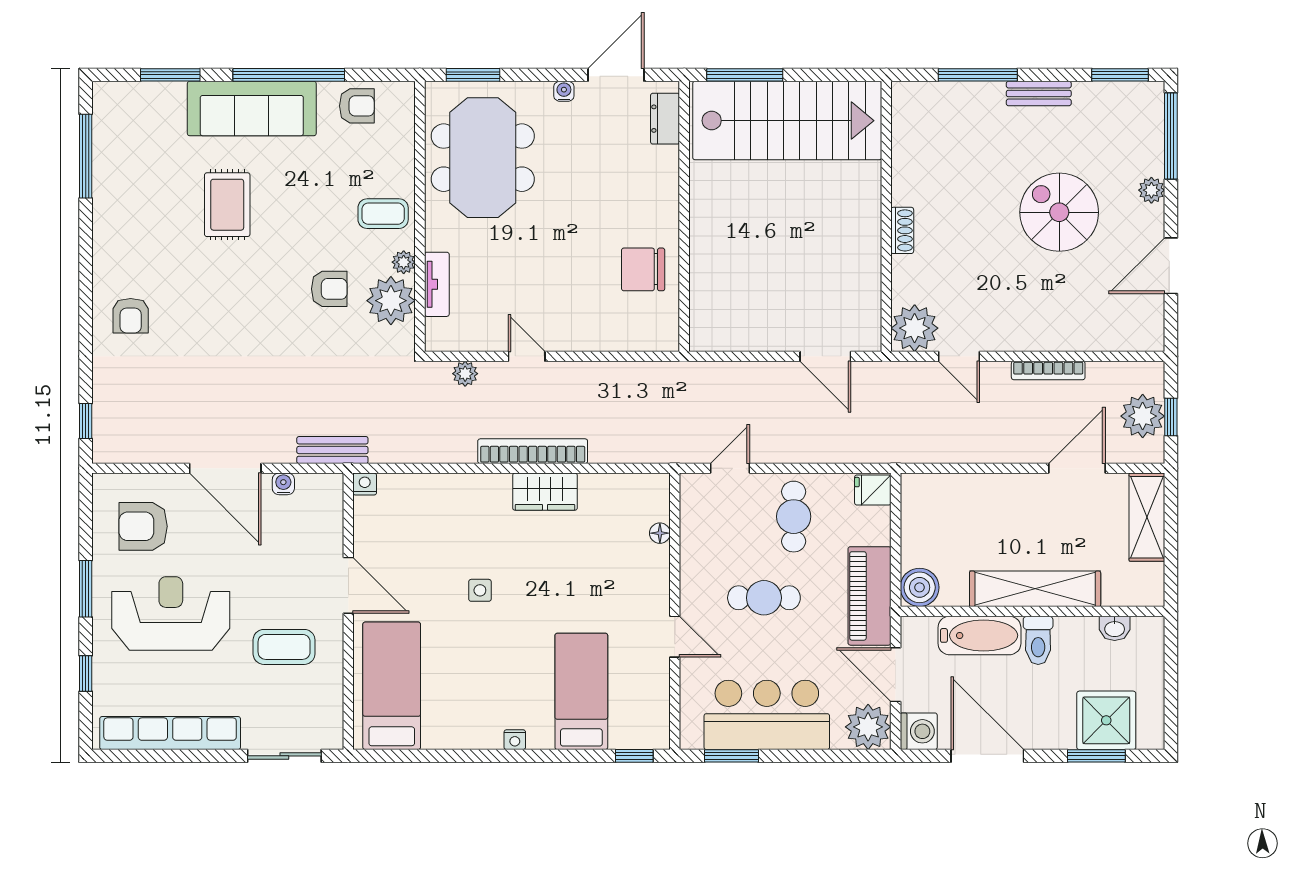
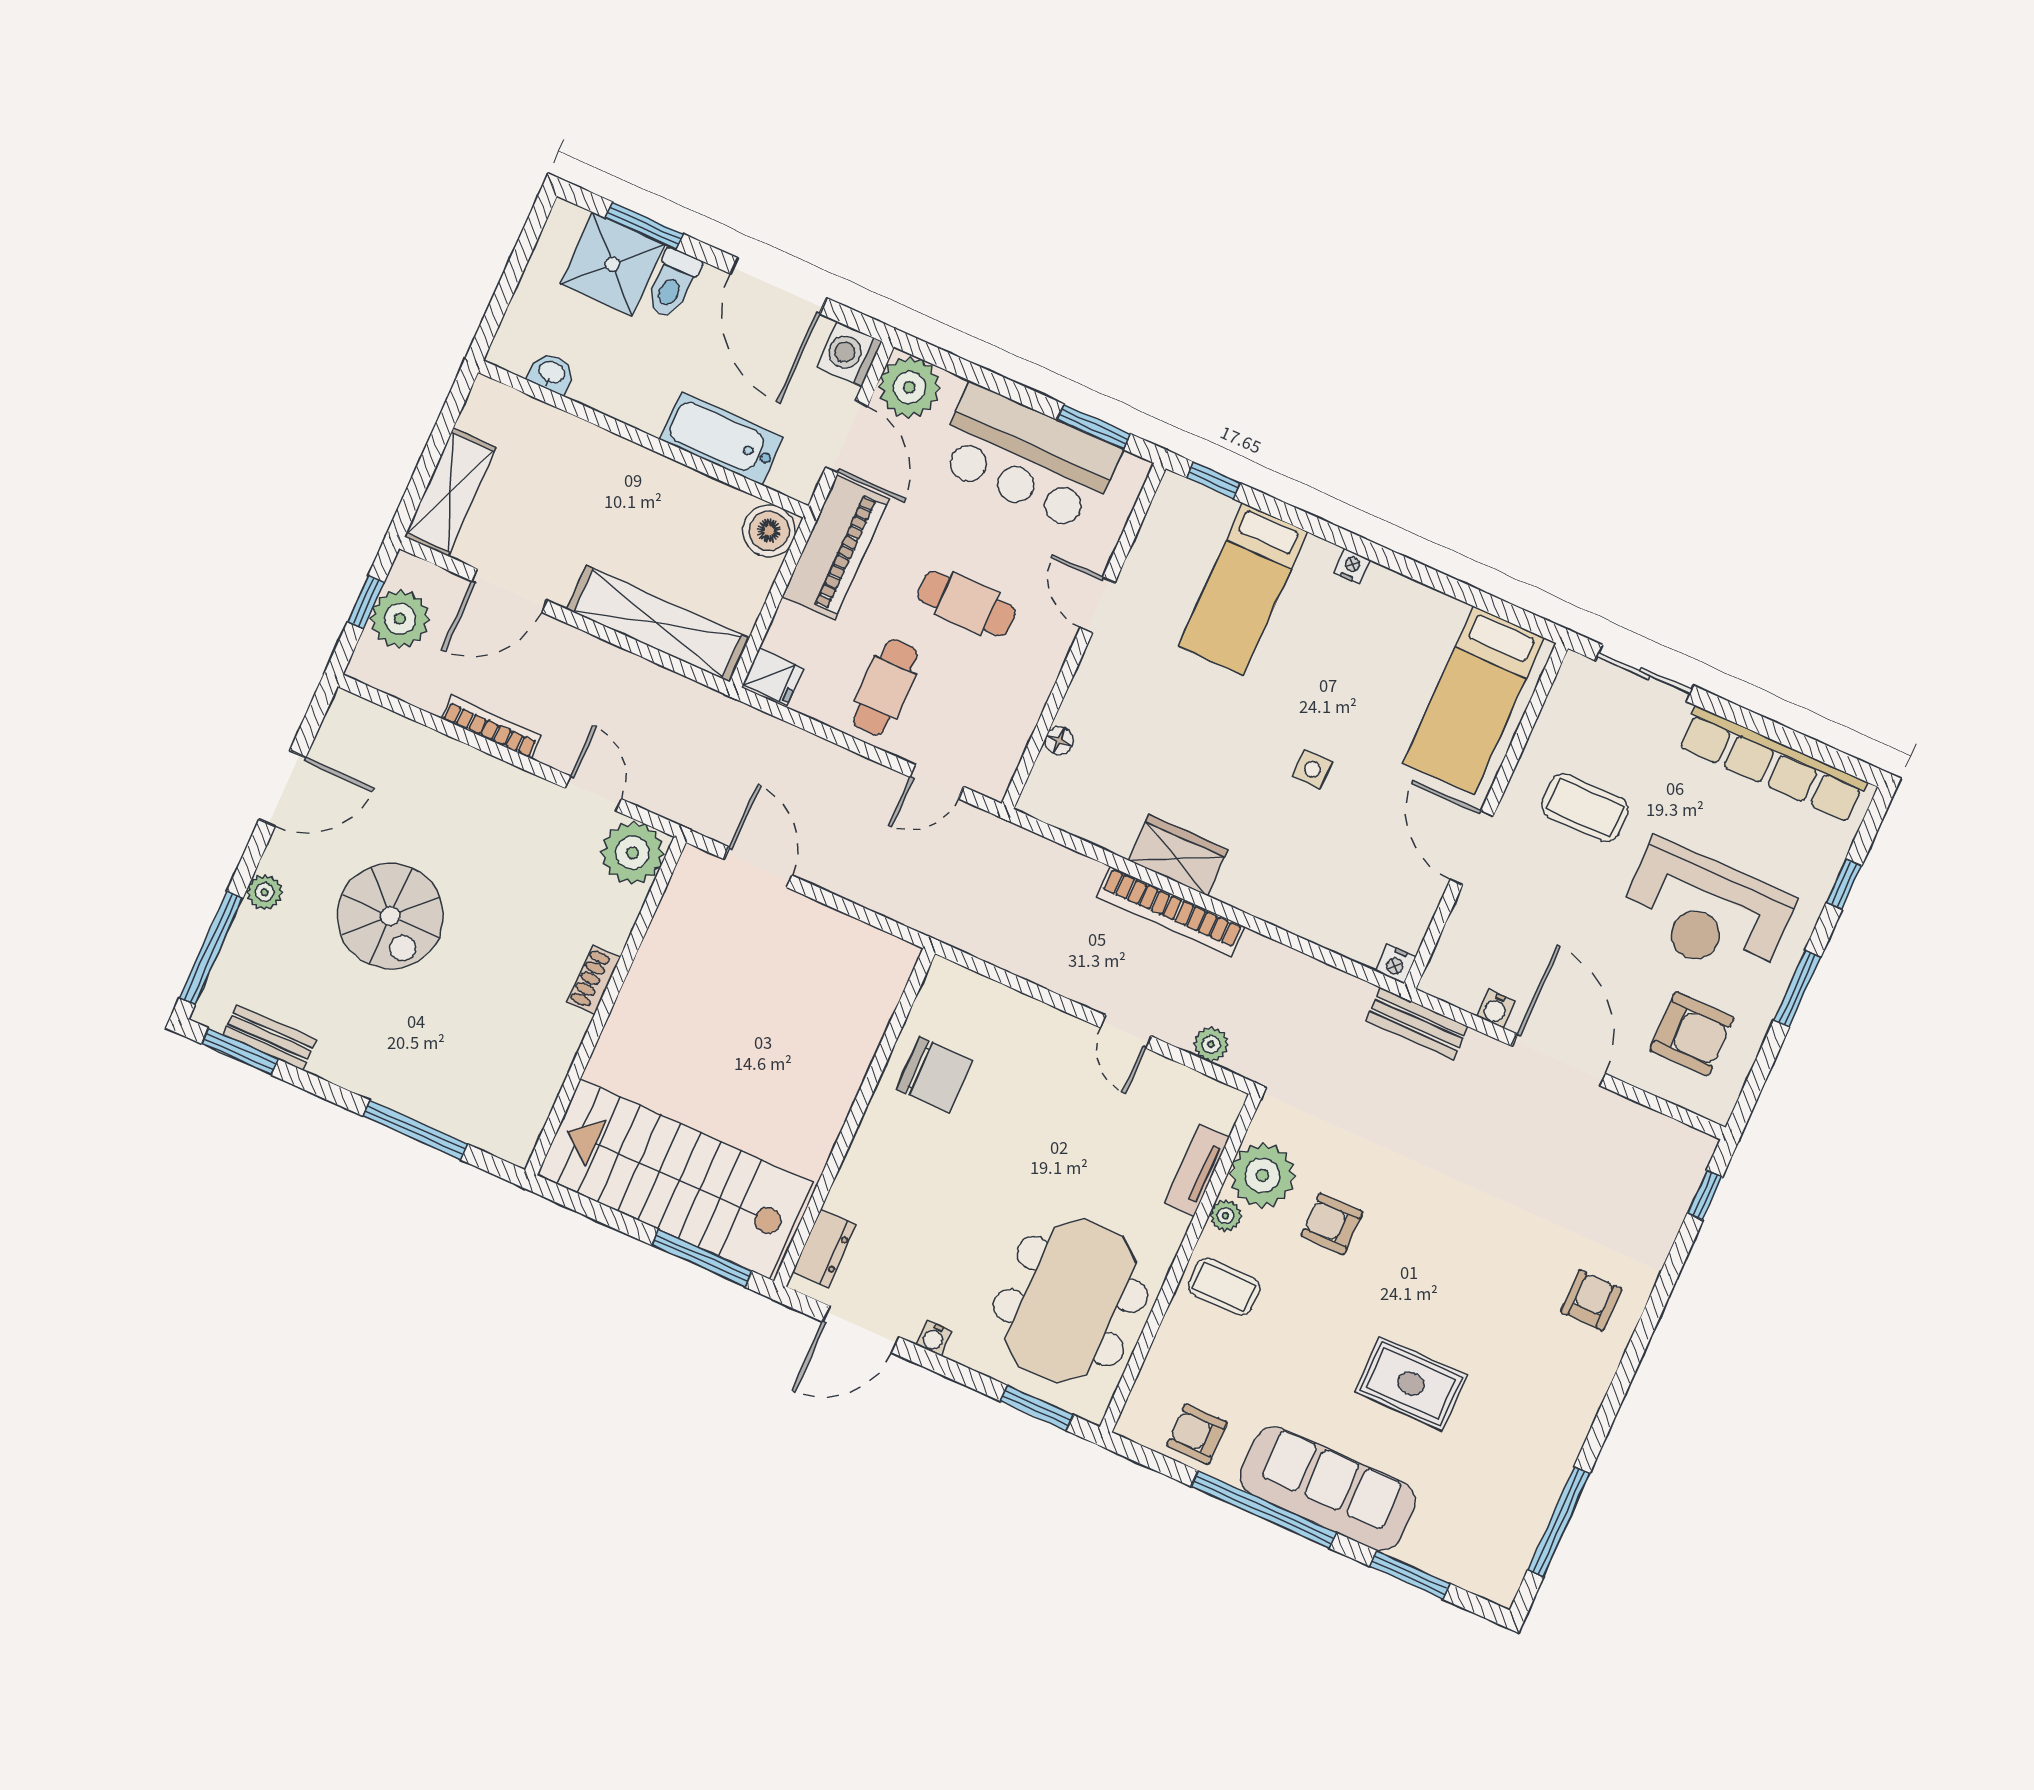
bench: (1039, 94) -> (270, 1037), moved
rug: (227, 205) -> (1411, 1384), turned 90
shelving: (1035, 589) -> (657, 624), moved
toilet: (1038, 640) -> (673, 284), moved, turned 180

